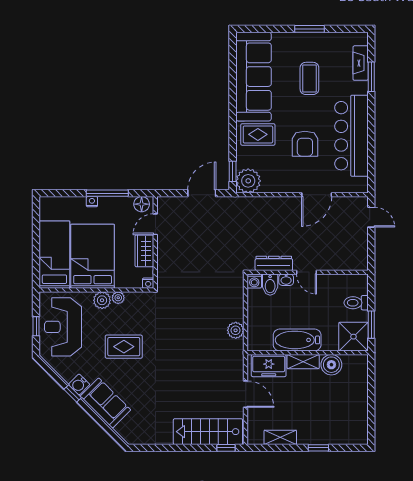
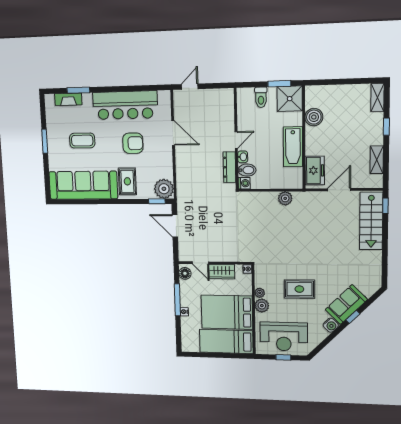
rug: (124, 347) -> (299, 289), turned 90
shelving: (303, 362) -> (377, 97), moved
window: (73, 393) -> (353, 317), moved

